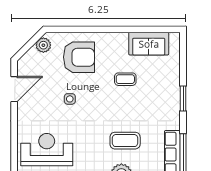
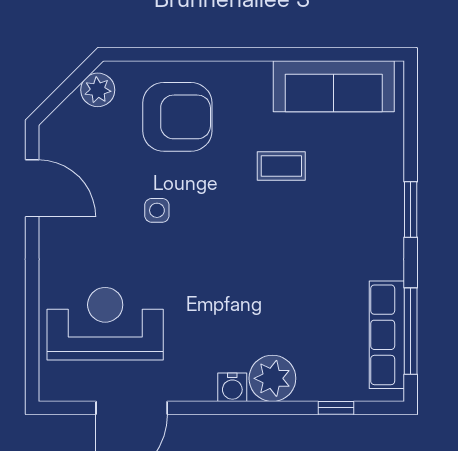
sofa: (149, 44) -> (334, 86), width x1.36
door: (14, 89) -> (32, 188), hinge flipped
coffee table: (125, 141) -> (281, 304), removed

